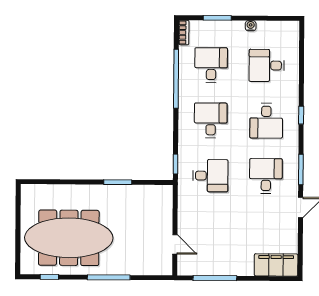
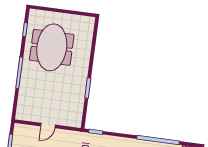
meeting table: (69, 238) -> (52, 47), width x0.73
door: (175, 244) -> (48, 126), moved

